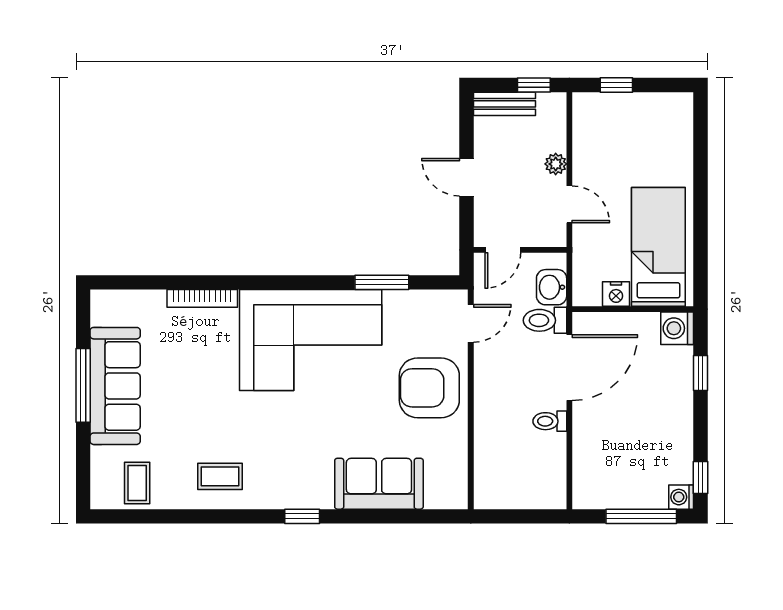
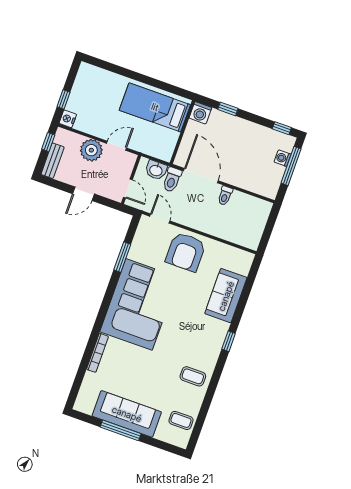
plant: (556, 164) -> (91, 150), width x1.87, depth x1.87
nightstand: (616, 294) -> (68, 119), moved, turned 180
coffee table: (220, 476) -> (193, 376), turned 90
washing machine: (681, 497) -> (283, 158), moved, turned 90

